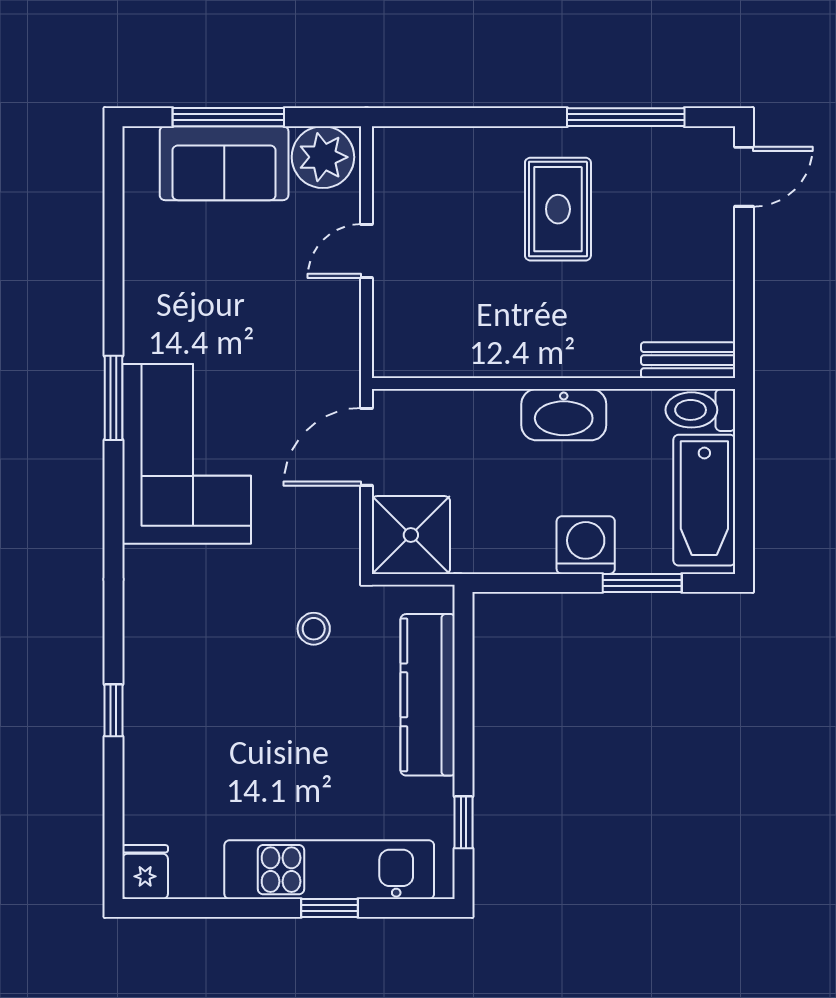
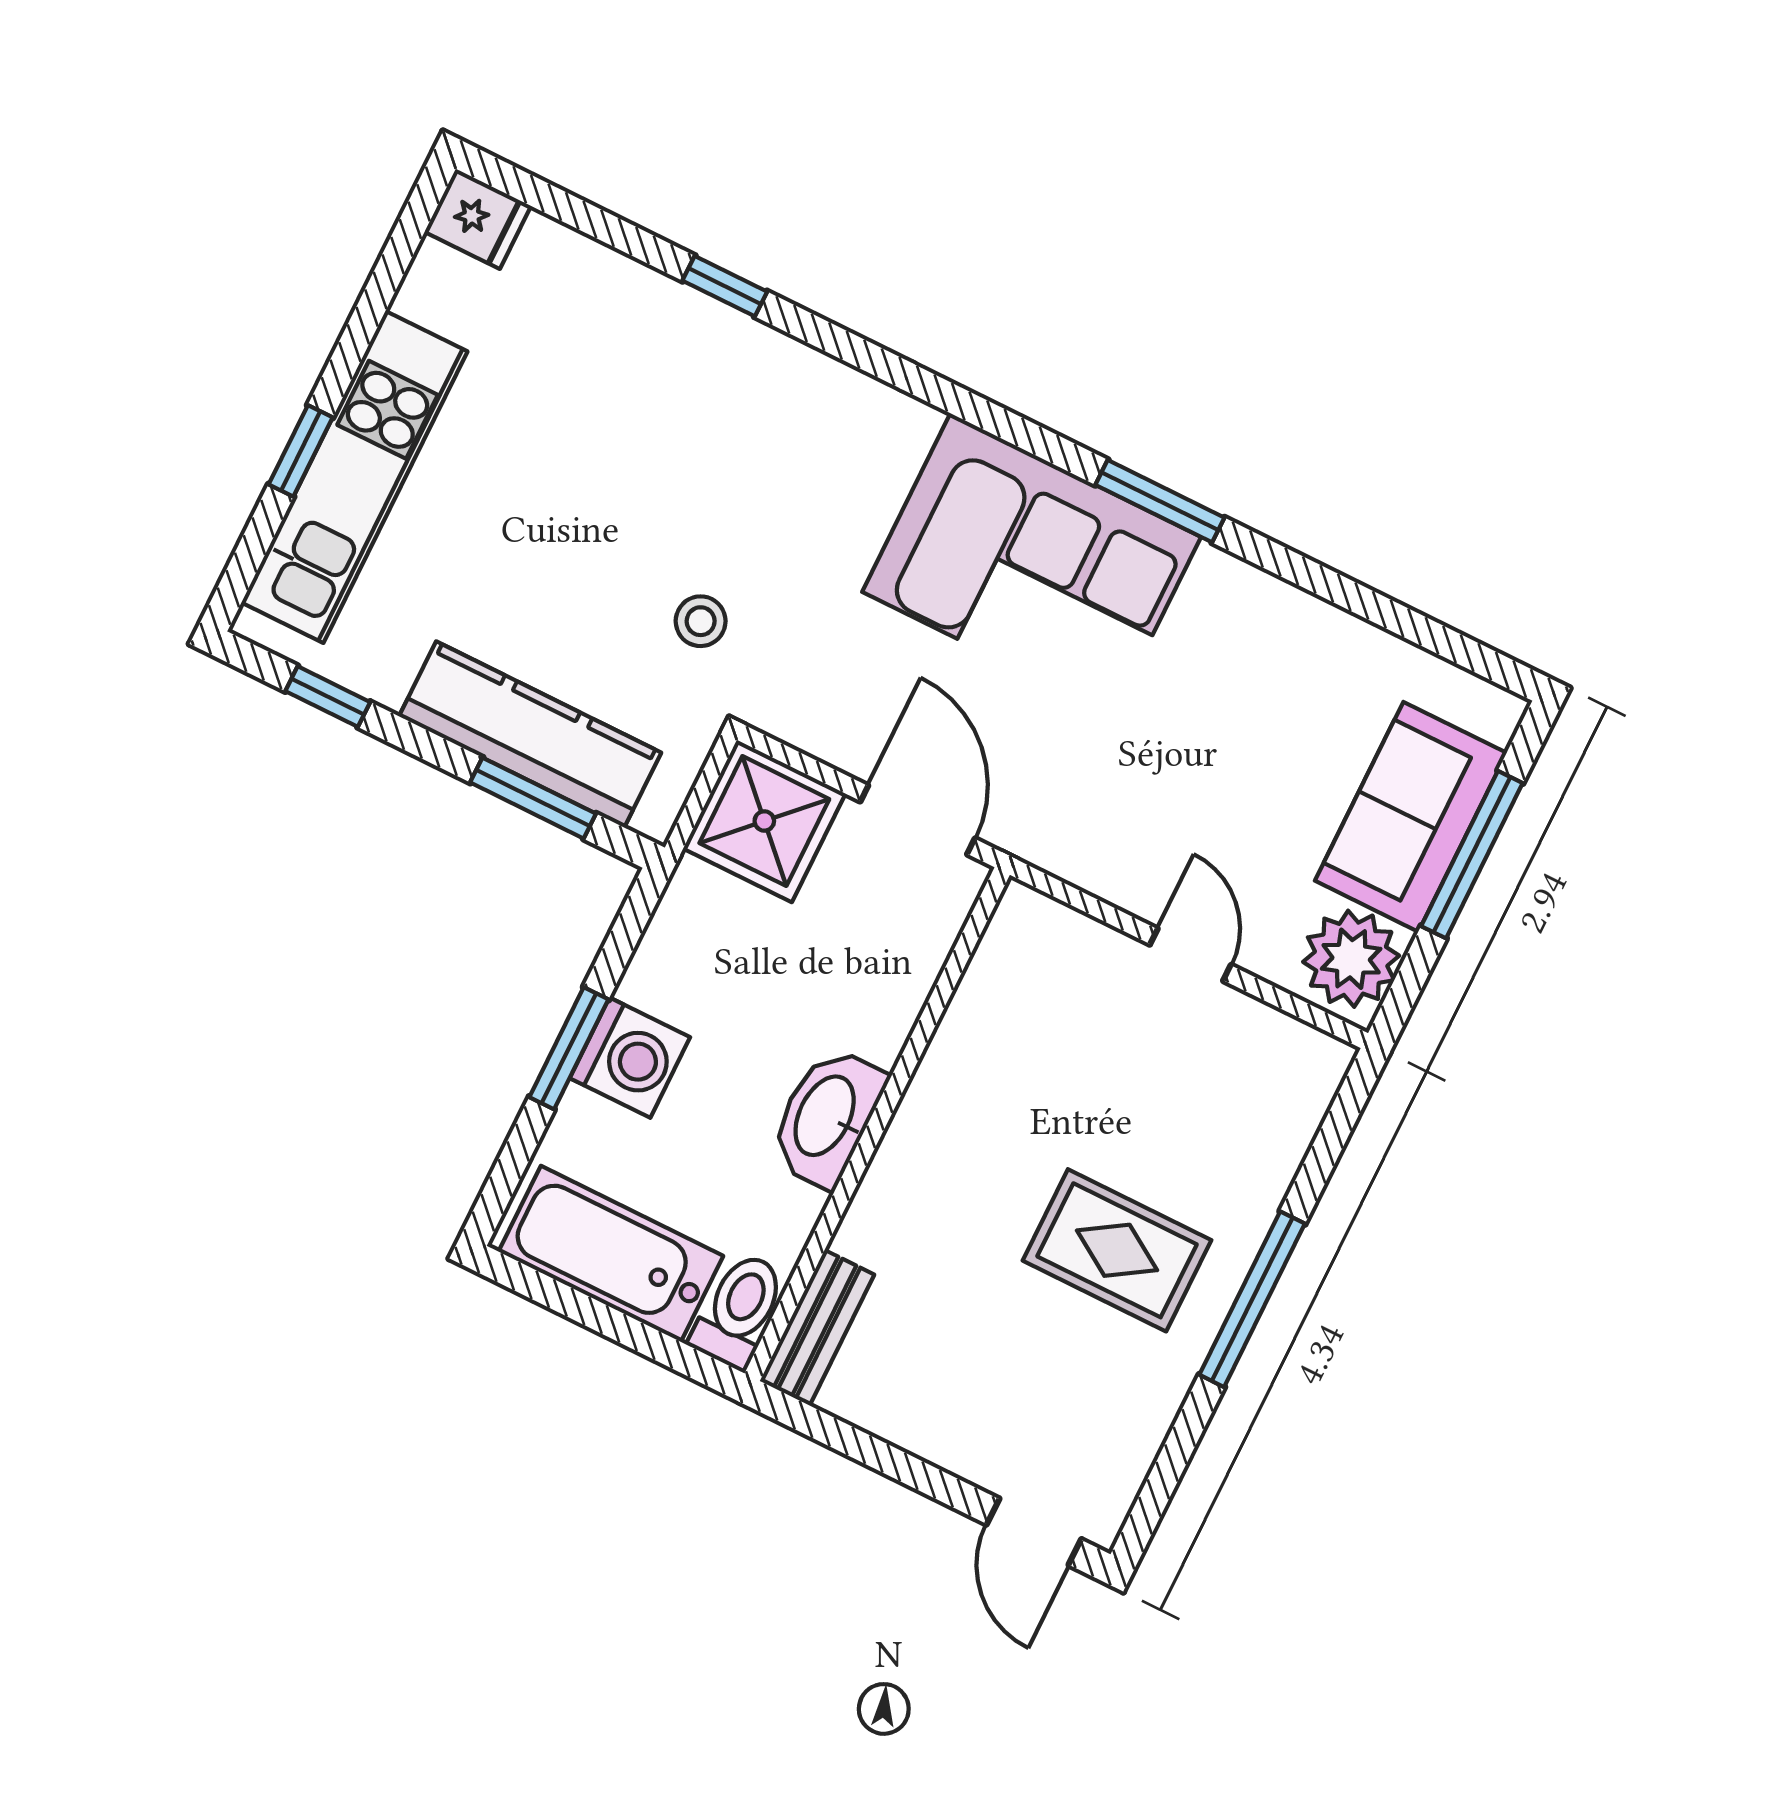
window: (626, 117) -> (1252, 1299), moved
window: (642, 583) -> (569, 1048), moved
window: (464, 675) -> (533, 798), added

